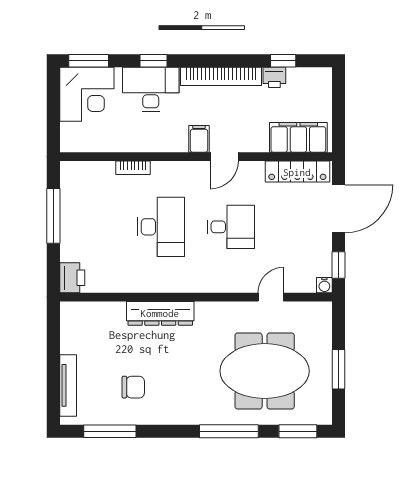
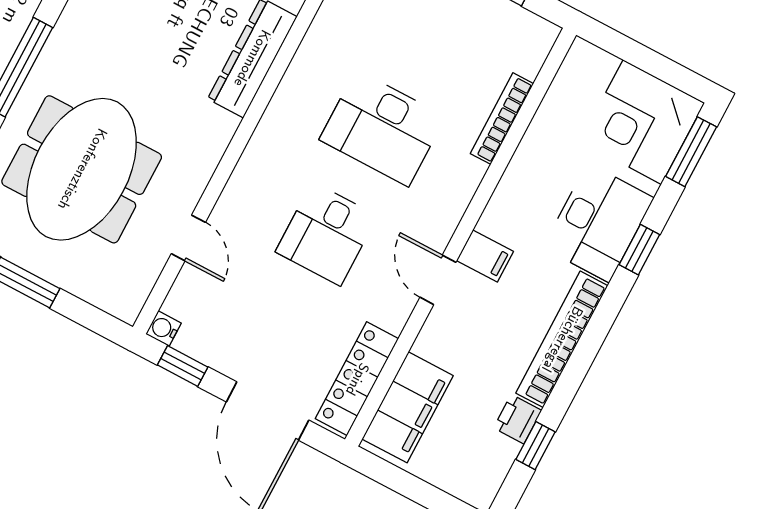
bookcase: (133, 168) -> (502, 119), width x1.56

